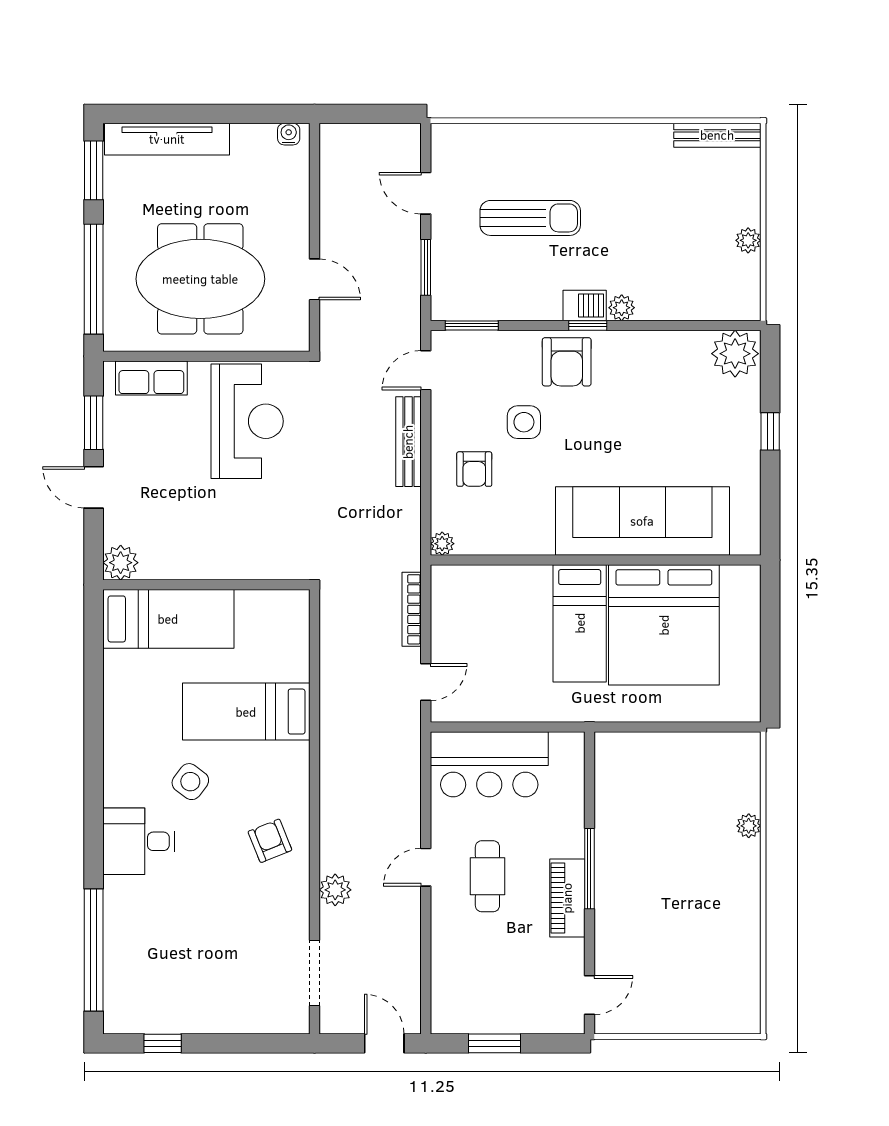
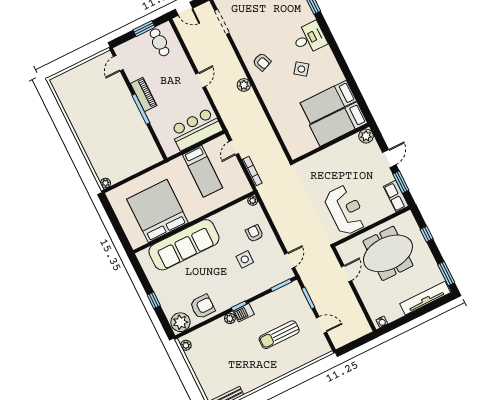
plant: (748, 240) -> (186, 345), moved
window: (94, 279) -> (427, 234), width x0.32
door: (315, 279) -> (346, 274), swing flipped
armchair: (567, 362) -> (202, 306), moved, turned 90
row of seats: (151, 378) -> (396, 196), moved, turned -90
reception desk: (247, 421) -> (345, 210), turned 180
bench: (408, 442) -> (283, 232), removed
door: (94, 487) -> (389, 159), hinge flipped
bed: (580, 623) -> (203, 171), moved, turned 180
bed: (246, 712) -> (328, 102), moved, turned 180
plant: (749, 826) -> (105, 183), moved
cafe table: (487, 876) -> (160, 42), moved
plant: (335, 890) -> (244, 85), moved

